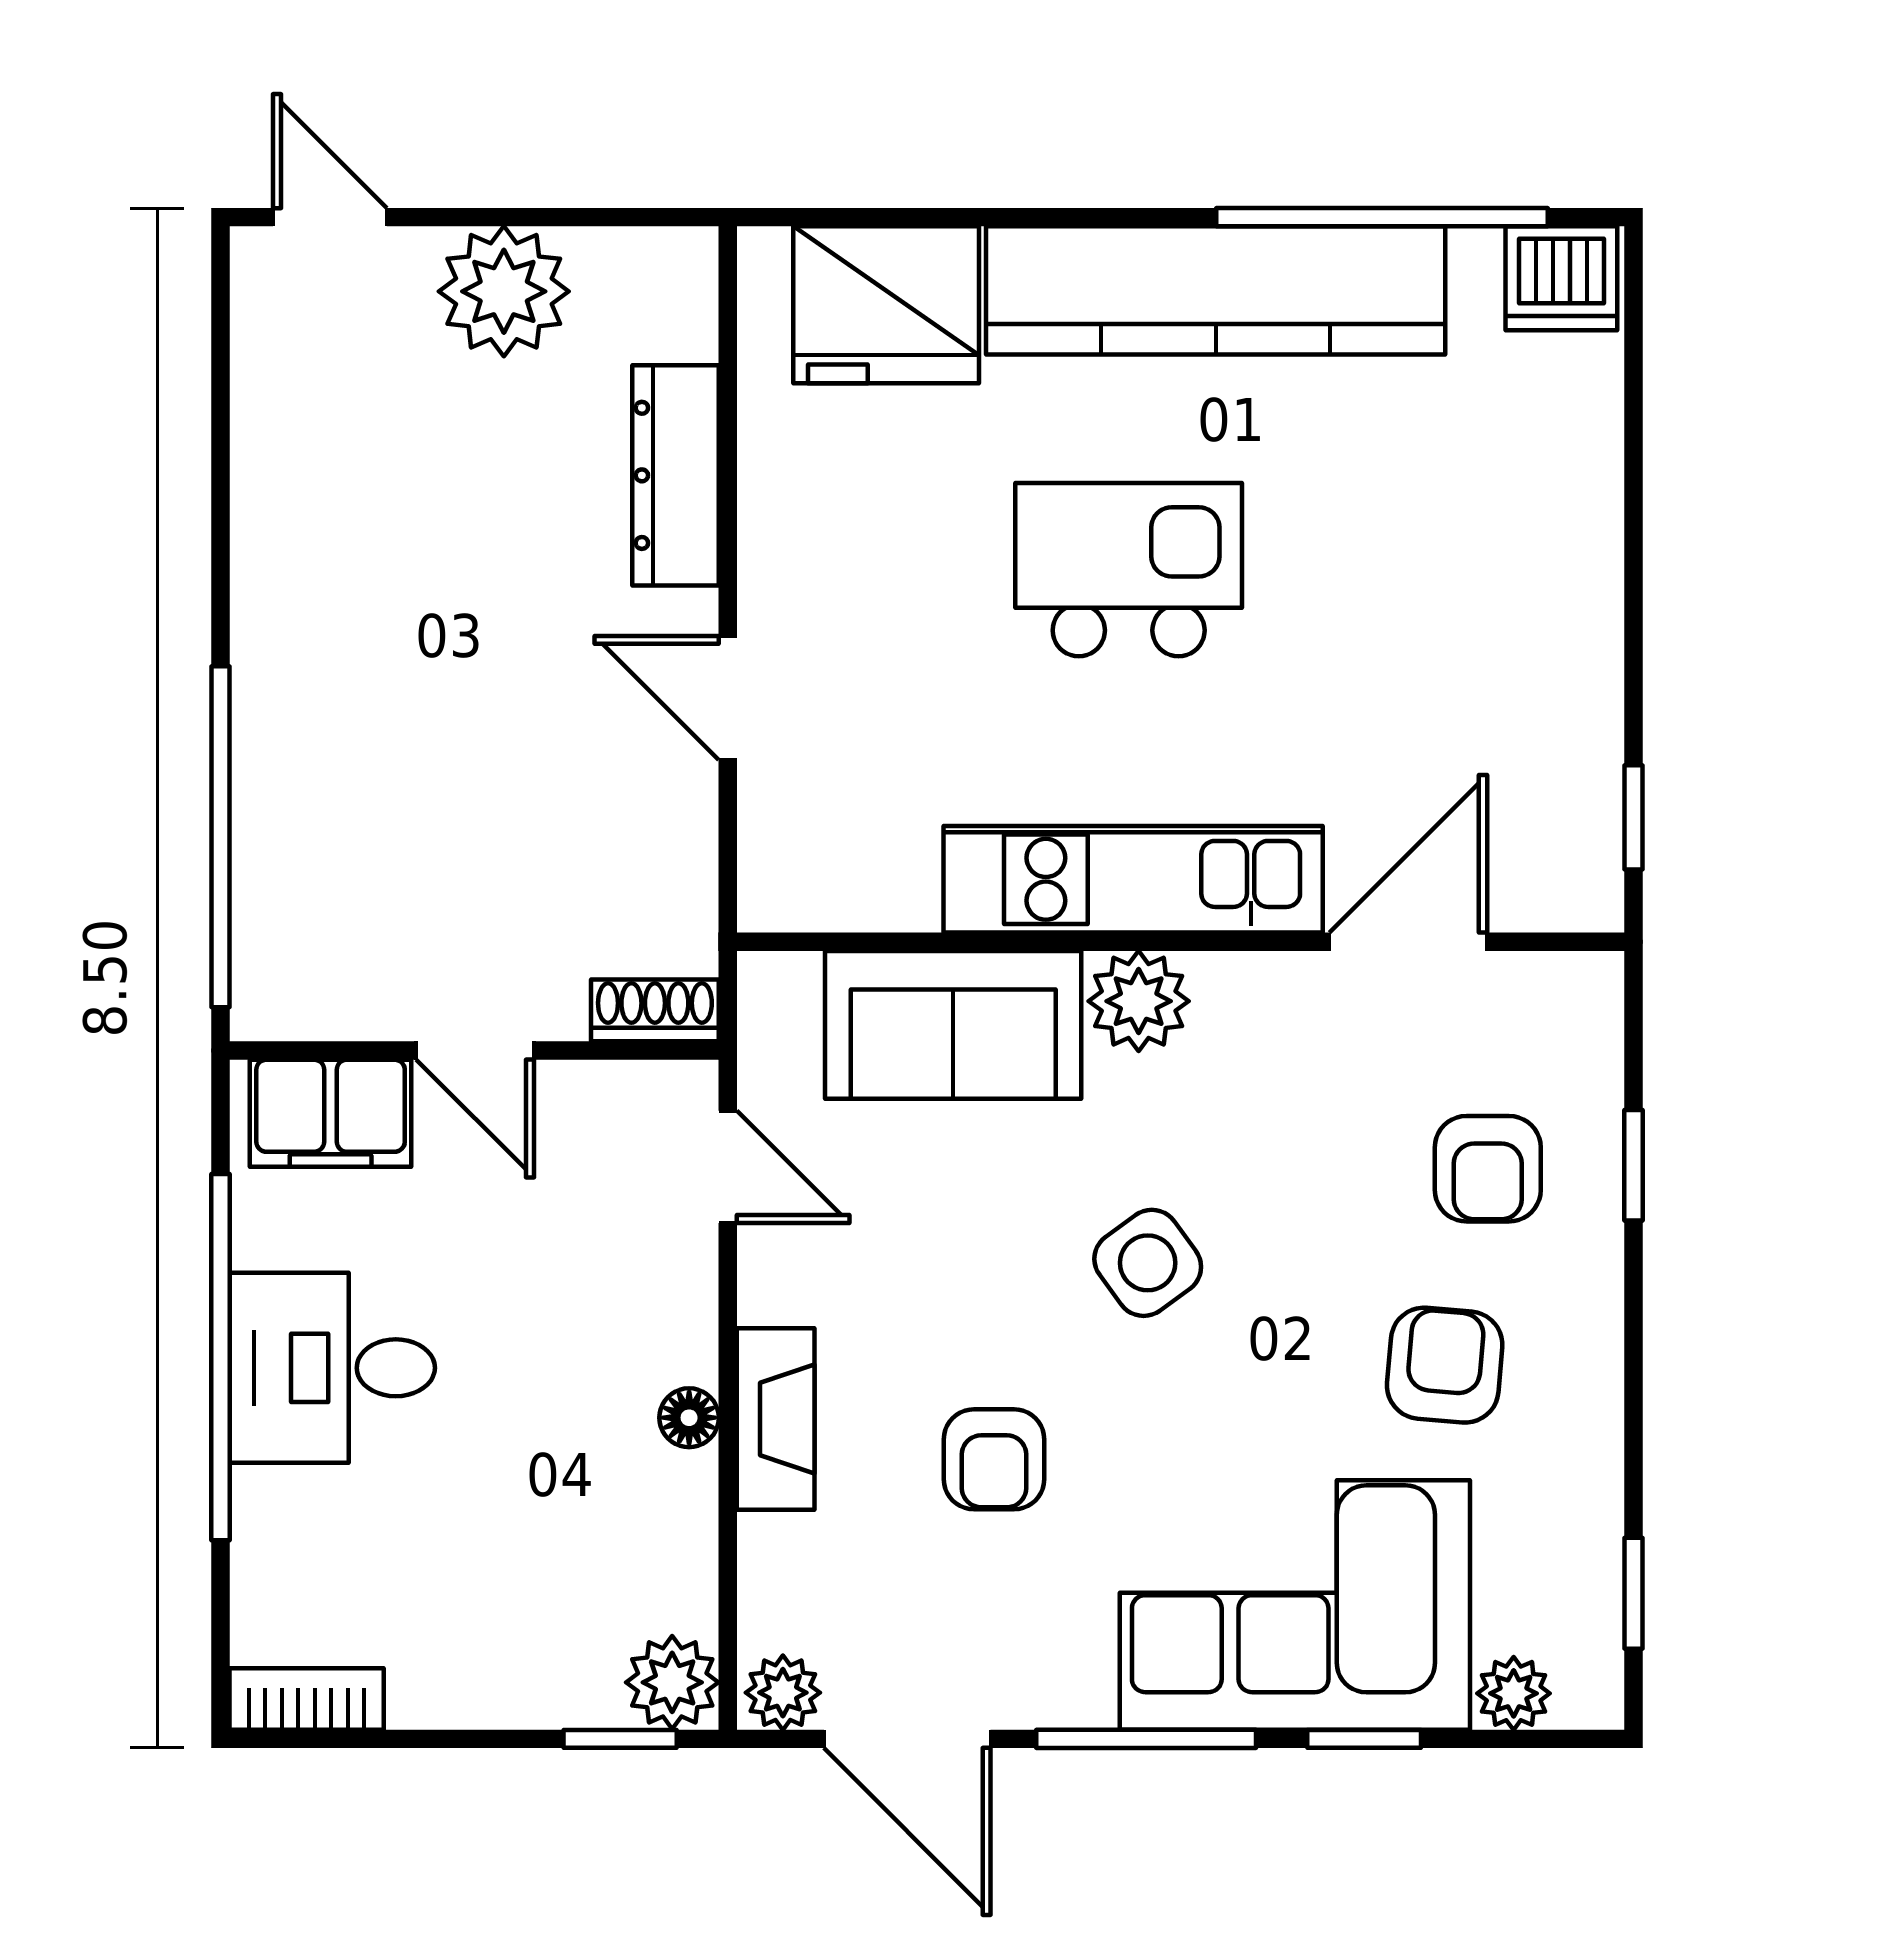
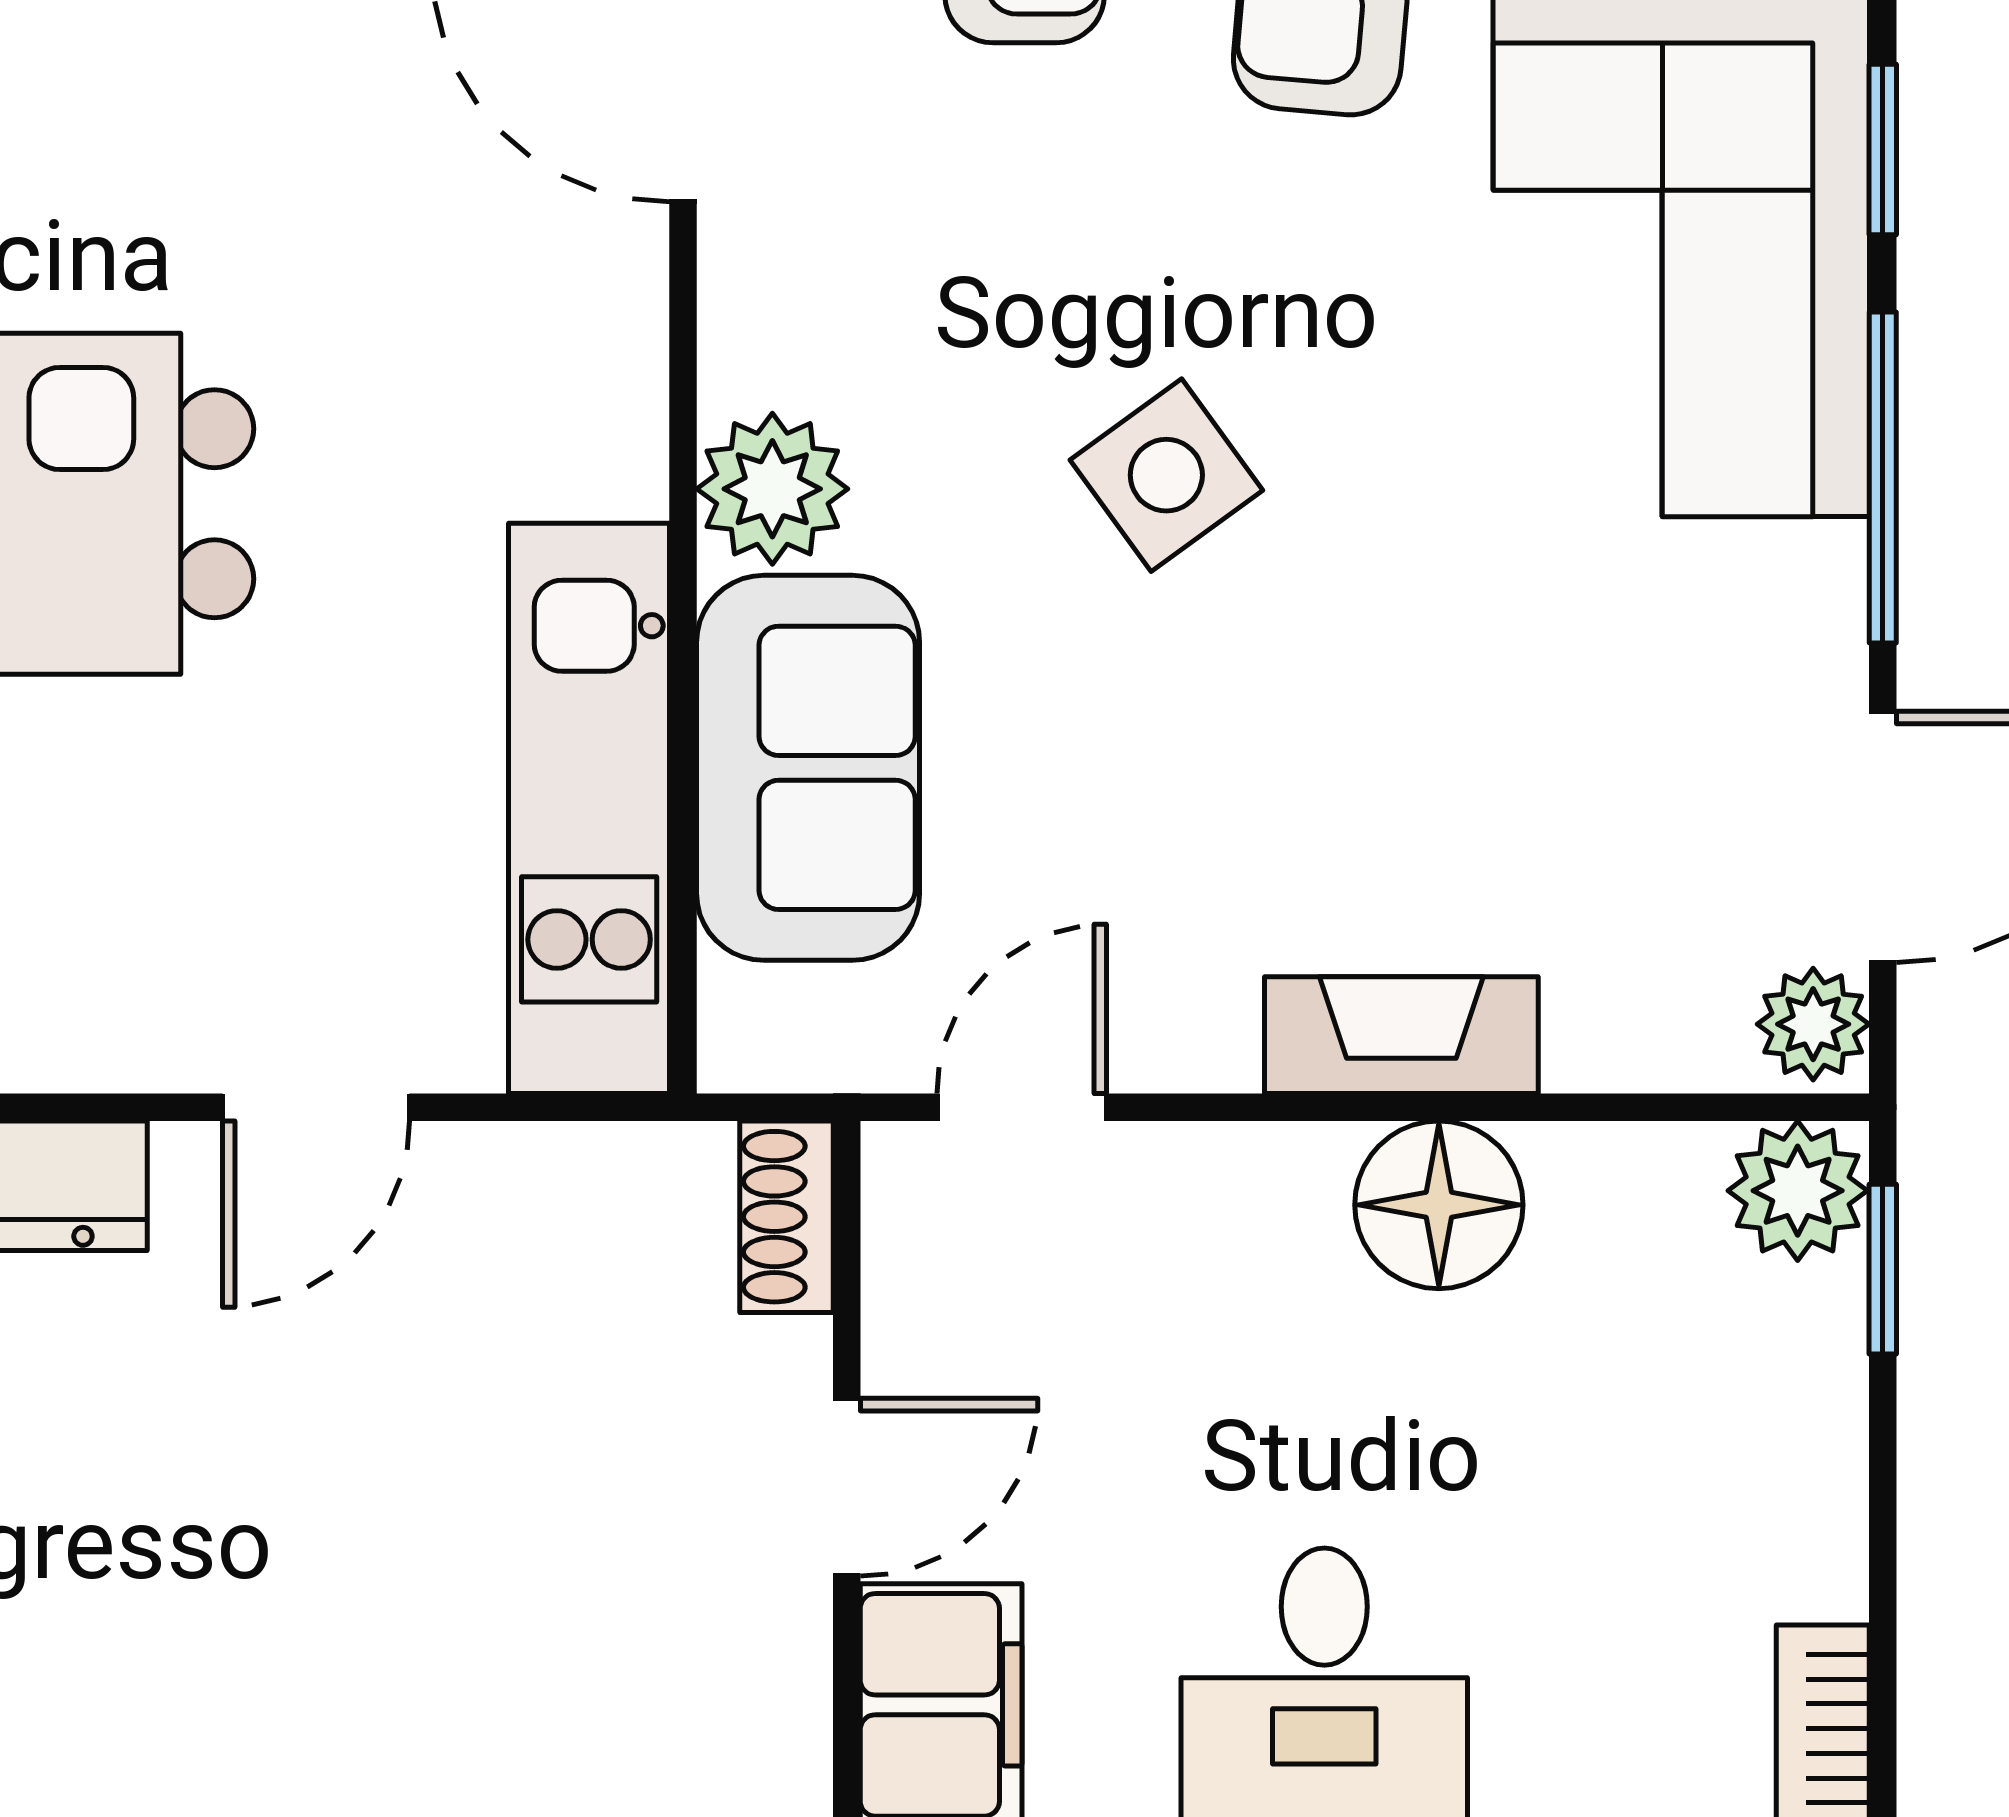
kitchen unit: (1133, 879) -> (589, 808), moved
floor lamp: (689, 1418) -> (1439, 1205), width x1.89, depth x1.89
armchair: (994, 1459) -> (1462, 706), removed

